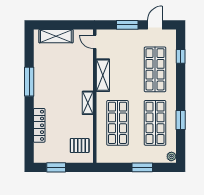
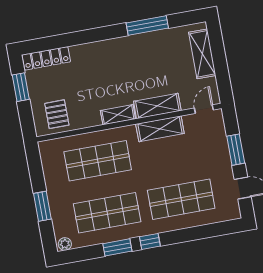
window: (181, 56) -> (150, 241), moved
shelving: (87, 74) -> (157, 106), added
window: (29, 82) -> (147, 26), moved
locker: (39, 125) -> (46, 58), moved

